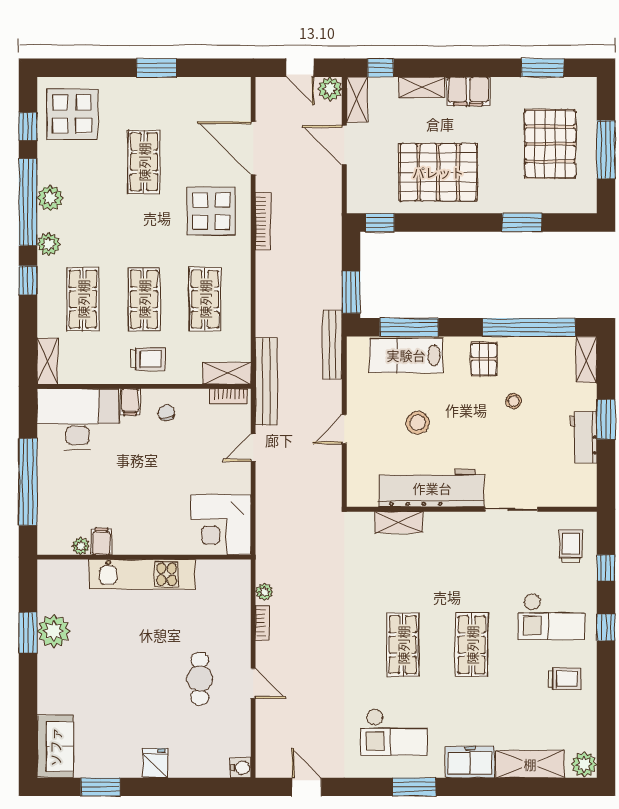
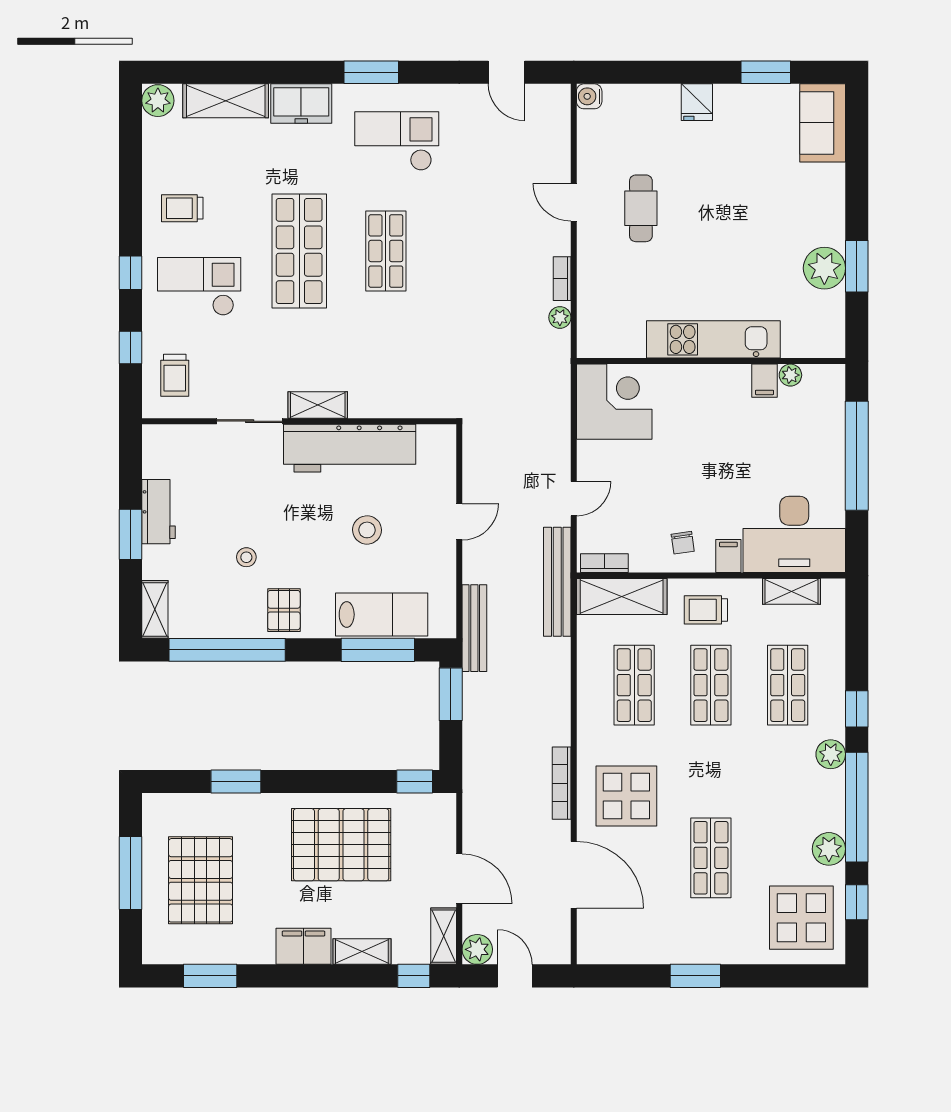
plant: (50, 198) -> (829, 849), moved
shelving: (47, 361) -> (792, 591), moved, turned 90
shelving: (227, 373) -> (622, 596), width x1.50, depth x1.33
shelving: (399, 522) -> (318, 405), moved
shop shelf: (472, 645) -> (299, 251), width x1.43, depth x1.36

